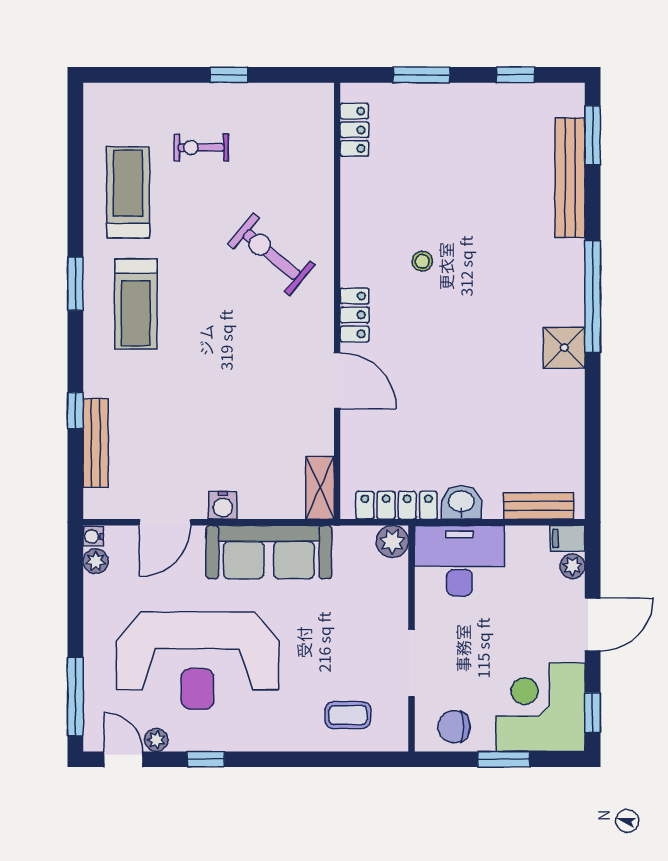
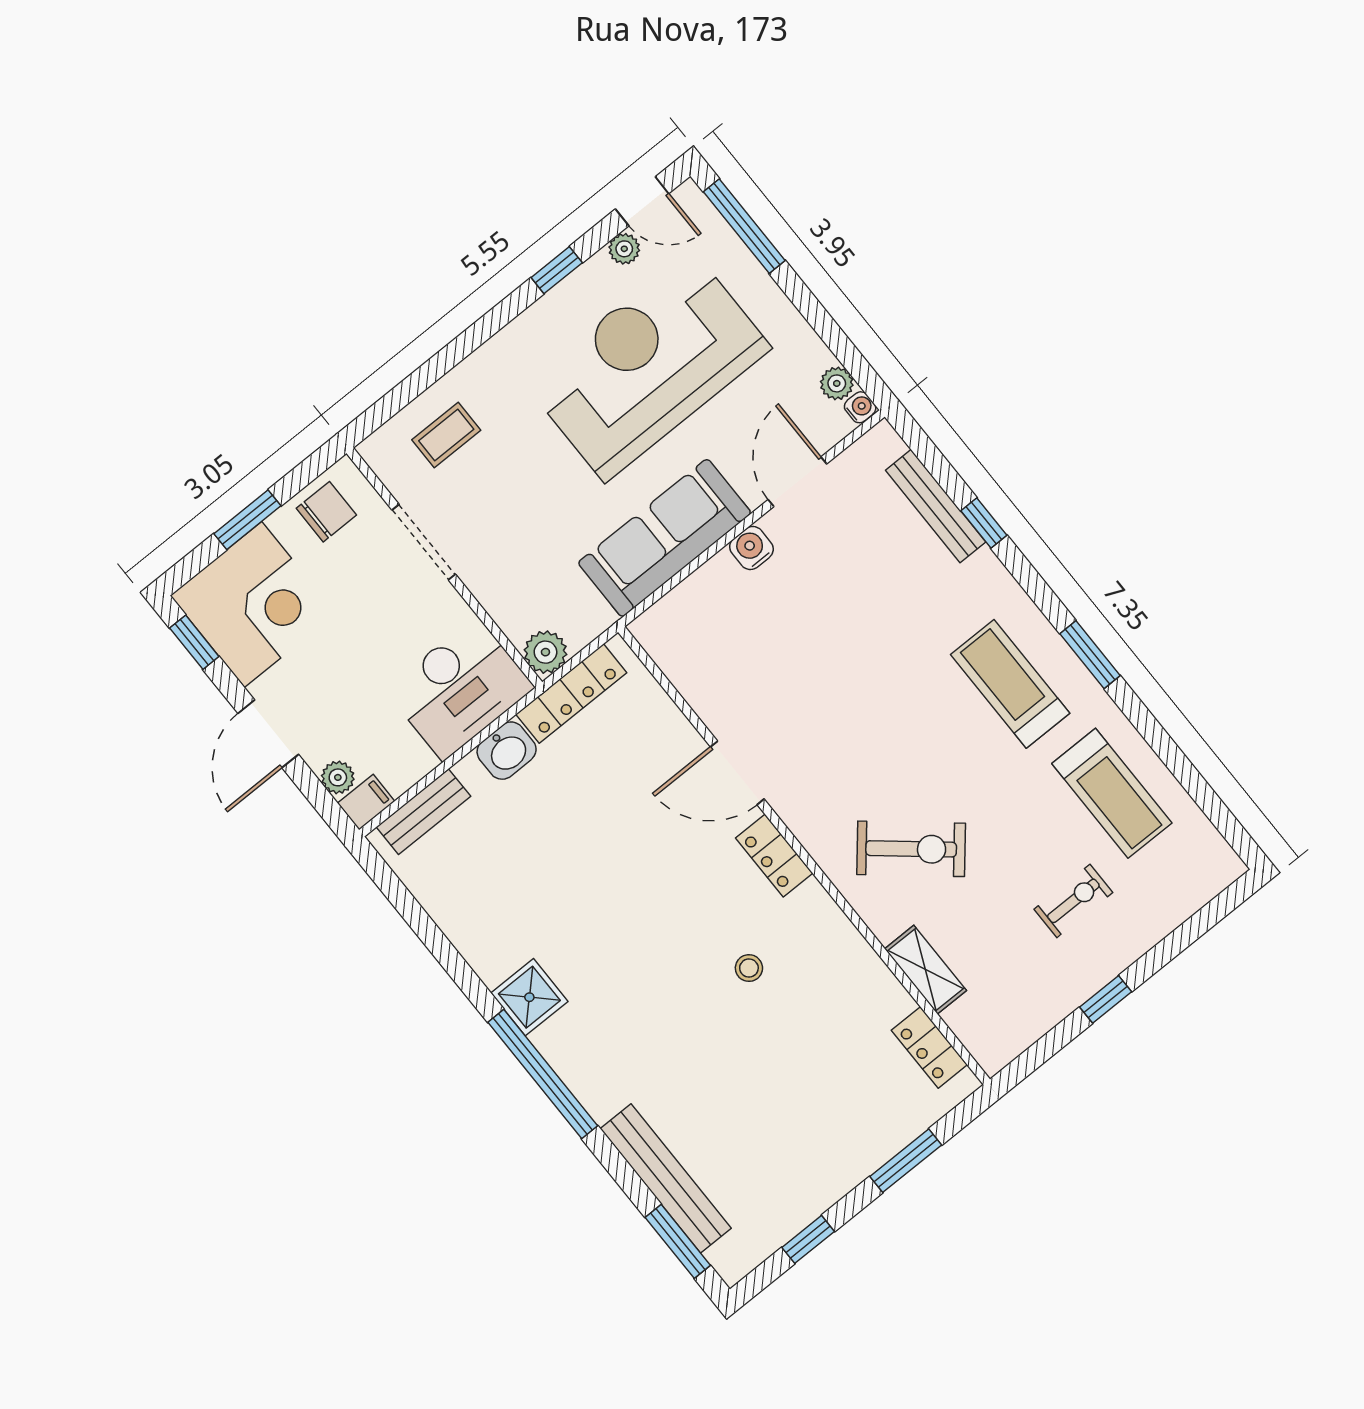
shelving: (320, 488) -> (926, 970), moved

